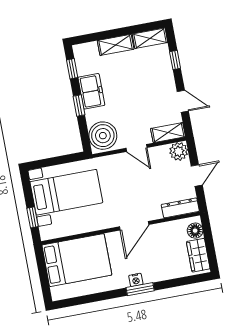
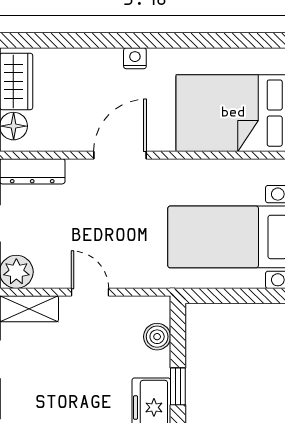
boiler: (103, 136) -> (157, 337), width x0.54, depth x0.54
window: (140, 289) -> (130, 40), removed

